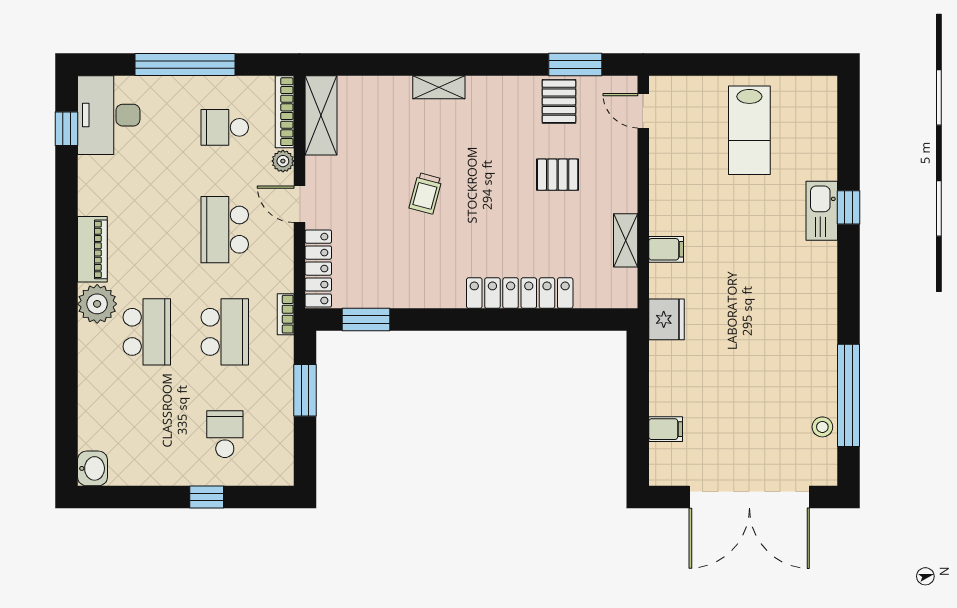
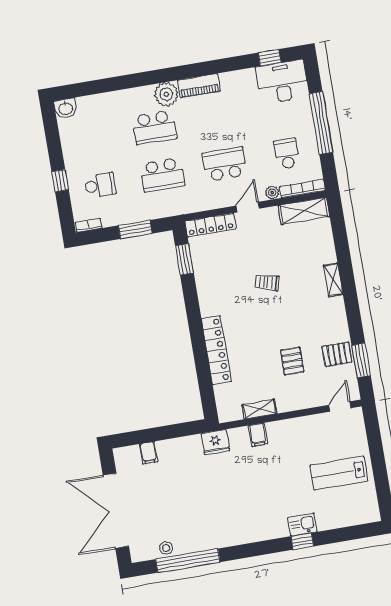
kitchen sink: (822, 211) -> (302, 525), width x0.73
bookcase: (286, 314) -> (89, 225), moved

